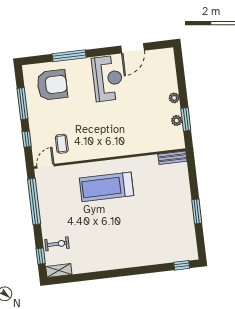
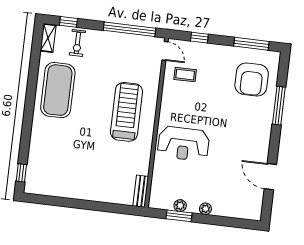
reception desk: (108, 78) -> (183, 144), moved
window: (22, 104) -> (251, 44), moved
window: (197, 211) -> (76, 204), removed
exercise mat: (102, 251) -> (58, 90), added

